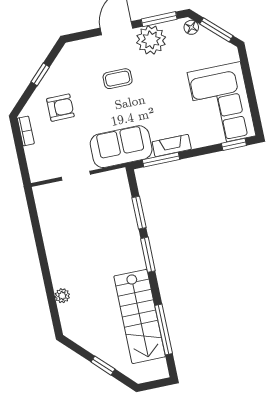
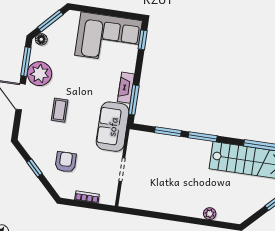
bookcase: (26, 131) -> (87, 197), moved

